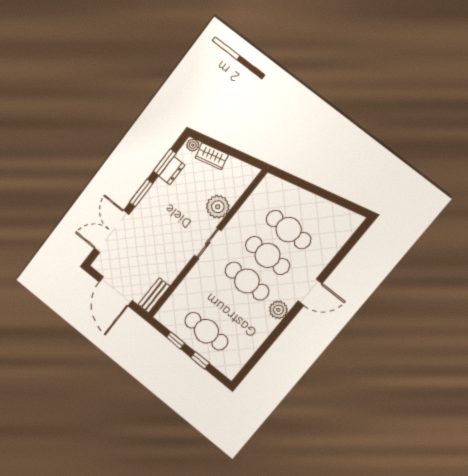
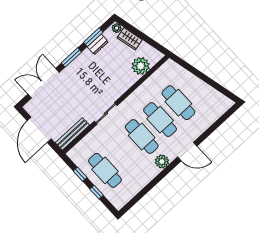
plant: (218, 207) -> (141, 66), moved
sliding door: (208, 243) -> (106, 113), moved
bench: (154, 295) -> (72, 134), width x1.36

